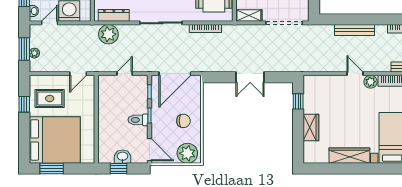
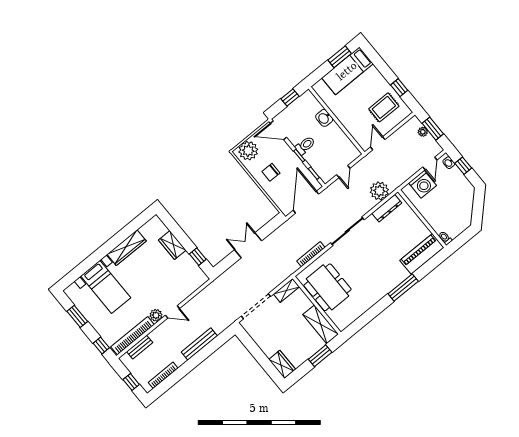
bed: (55, 140) -> (347, 71), width x0.49
washbasin: (122, 157) -> (324, 118), moved, turned 90

